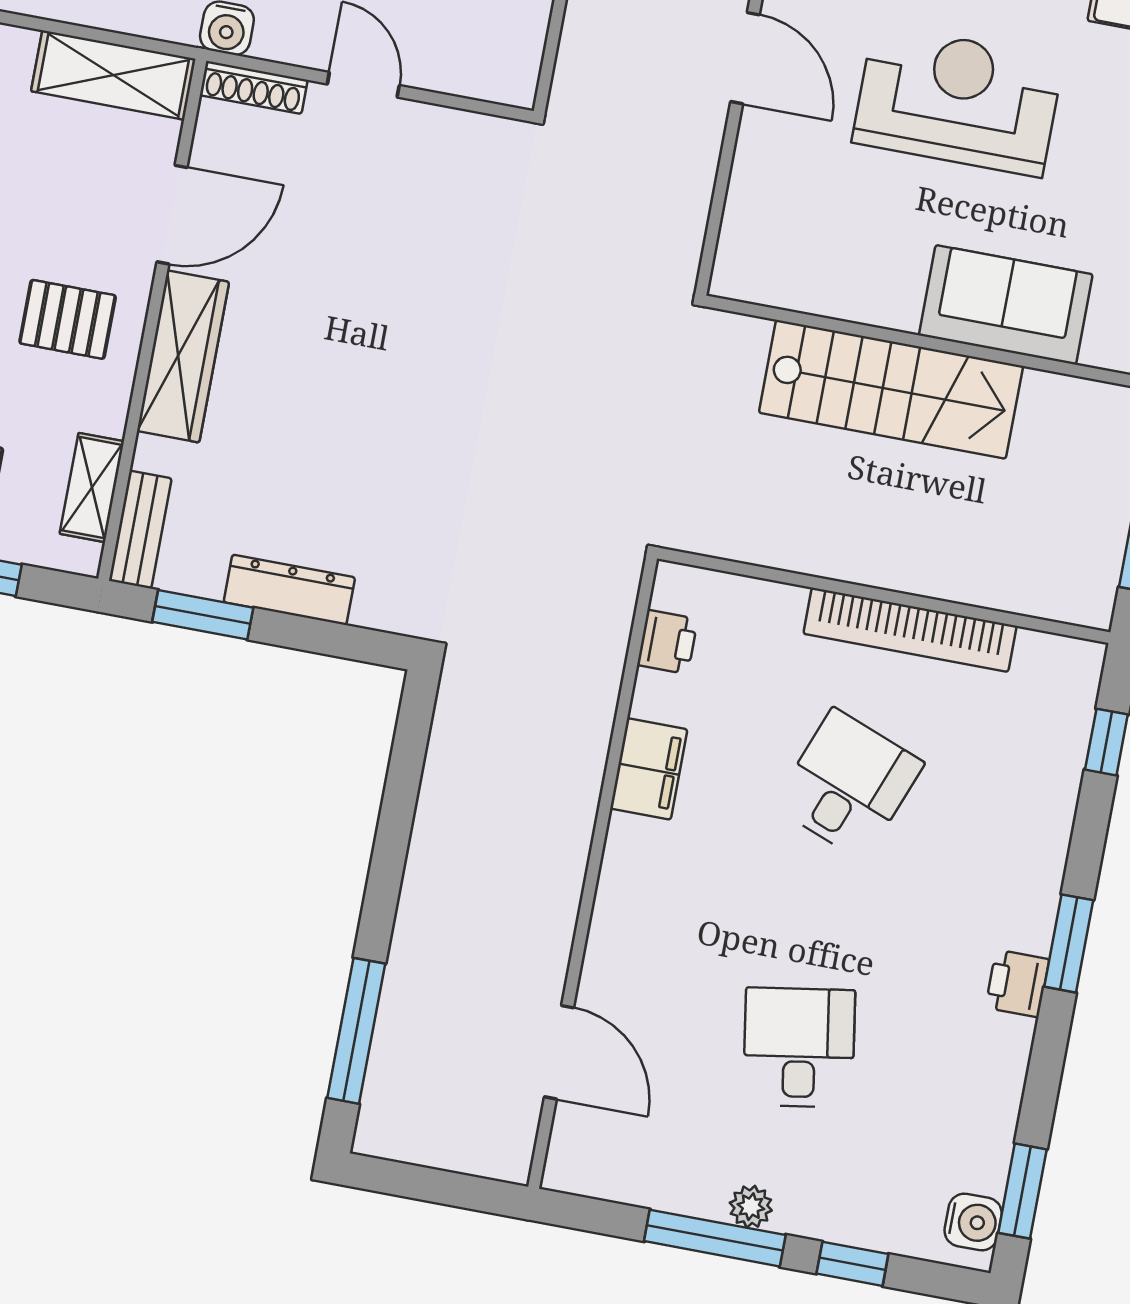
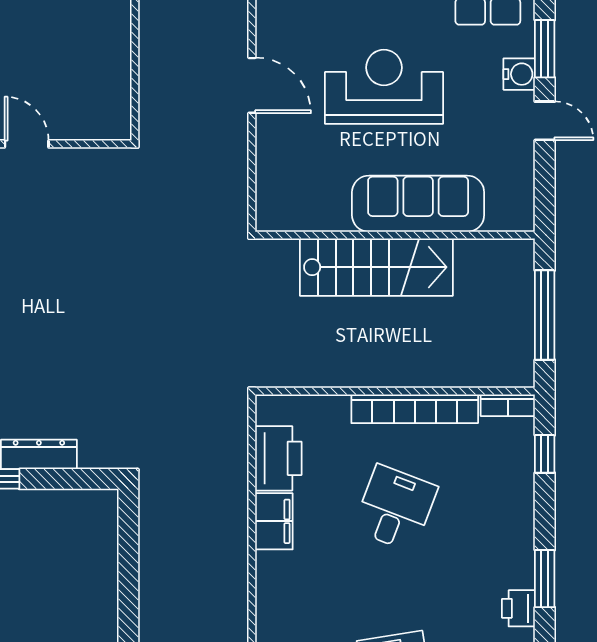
sofa: (1006, 305) -> (418, 204), width x1.36
printer: (667, 642) -> (278, 458), width x1.87, depth x1.48
bookcase: (1061, 652) -> (508, 405), added

